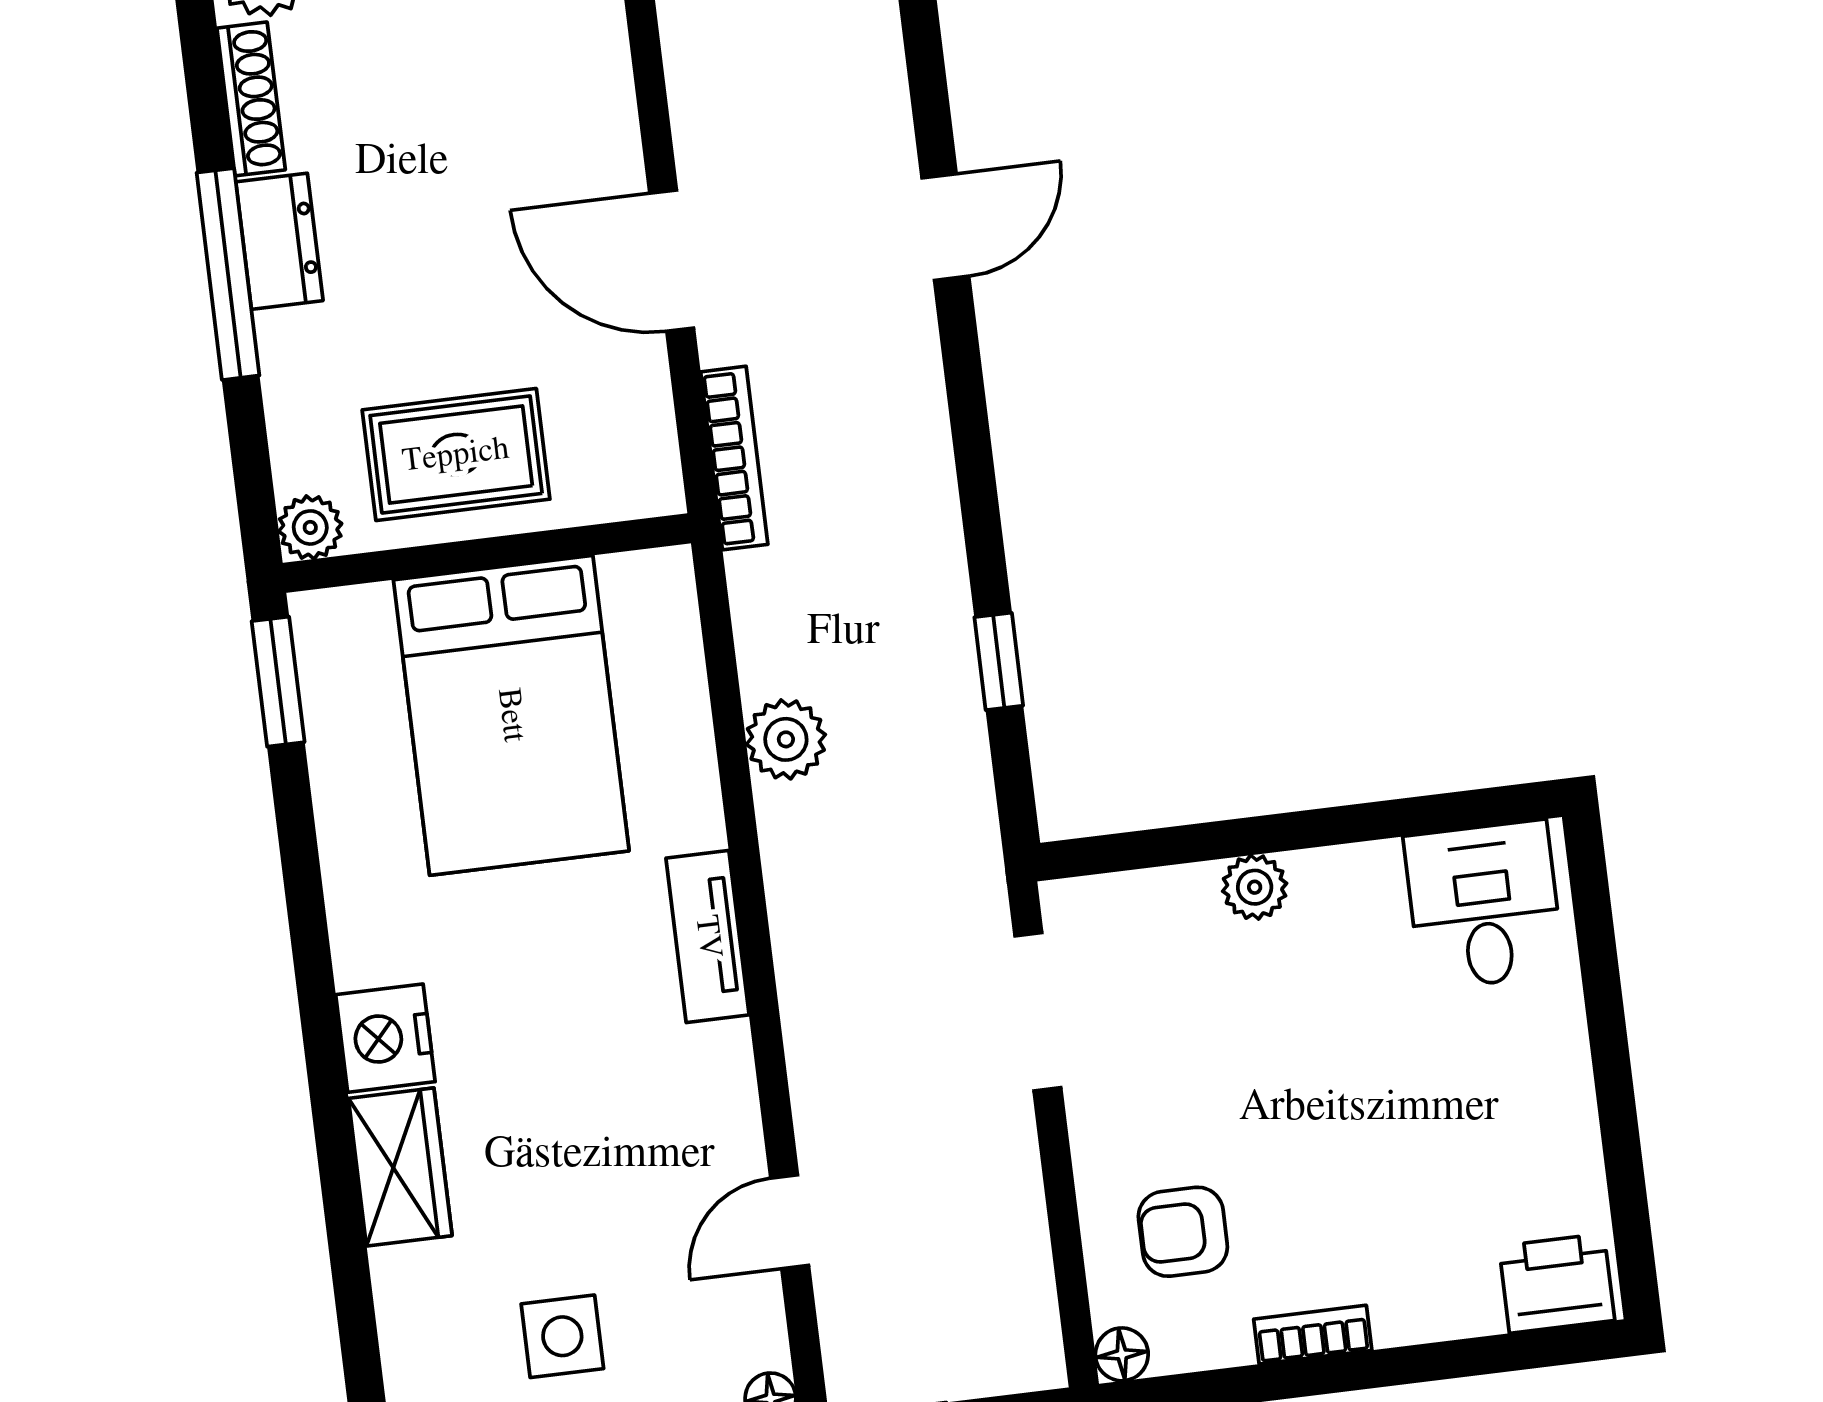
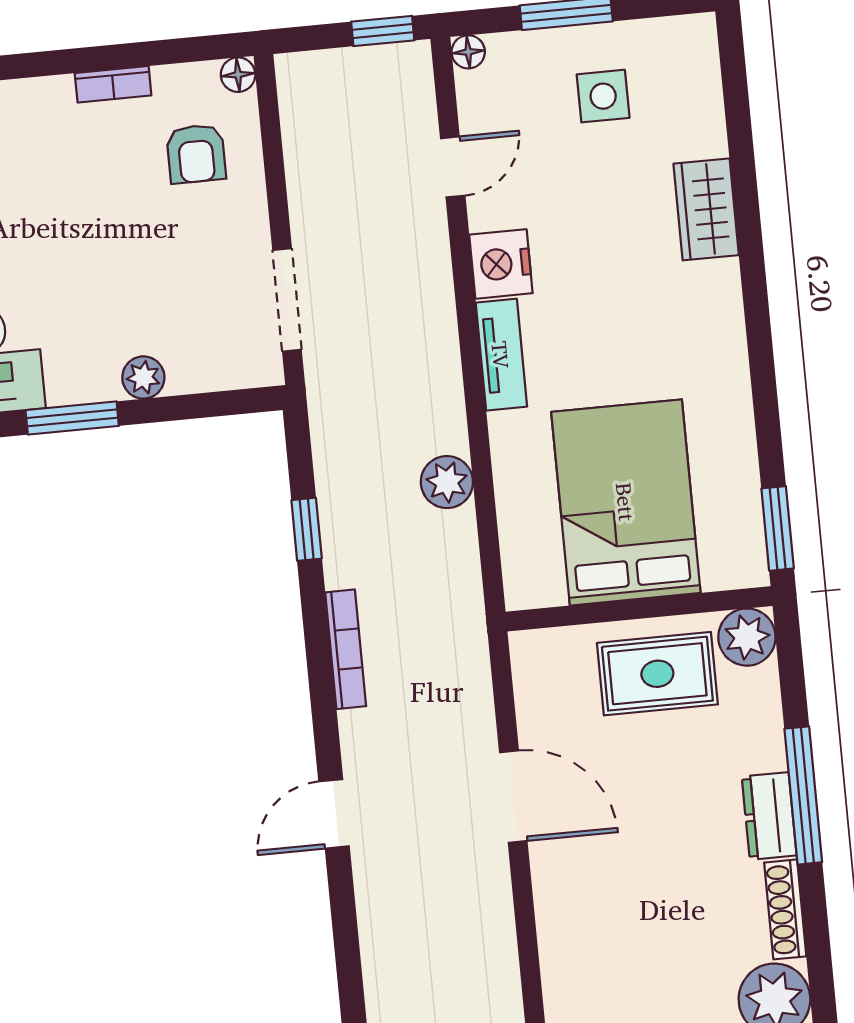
bookcase: (734, 458) -> (346, 649), moved, turned 180
plant: (310, 527) -> (747, 637), width x1.38, depth x1.38
window: (1362, 822) -> (72, 418), added
nightstand: (385, 1038) -> (501, 264), moved, turned 180
armchair: (1183, 1232) -> (196, 154), turned 90

